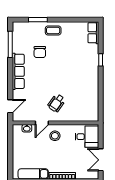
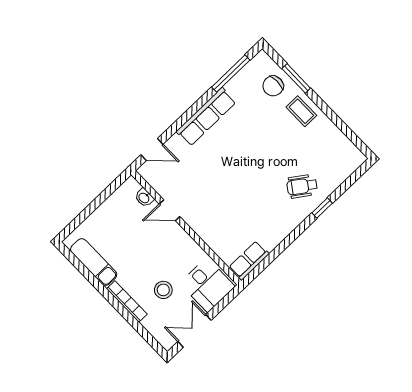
row of seats: (93, 33) -> (249, 261), moved
chair: (40, 52) -> (273, 86), moved
wheelchair: (56, 103) -> (302, 186), moved
stool: (55, 136) -> (163, 290), moved

